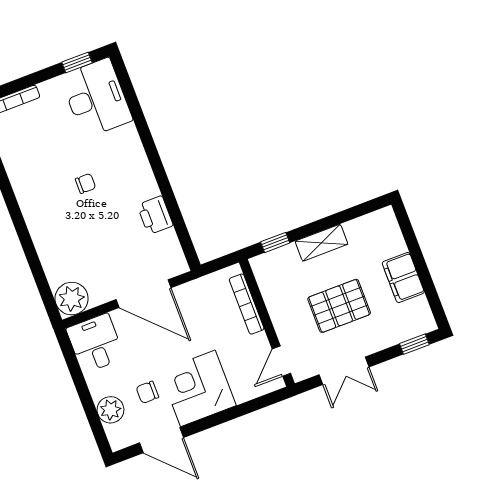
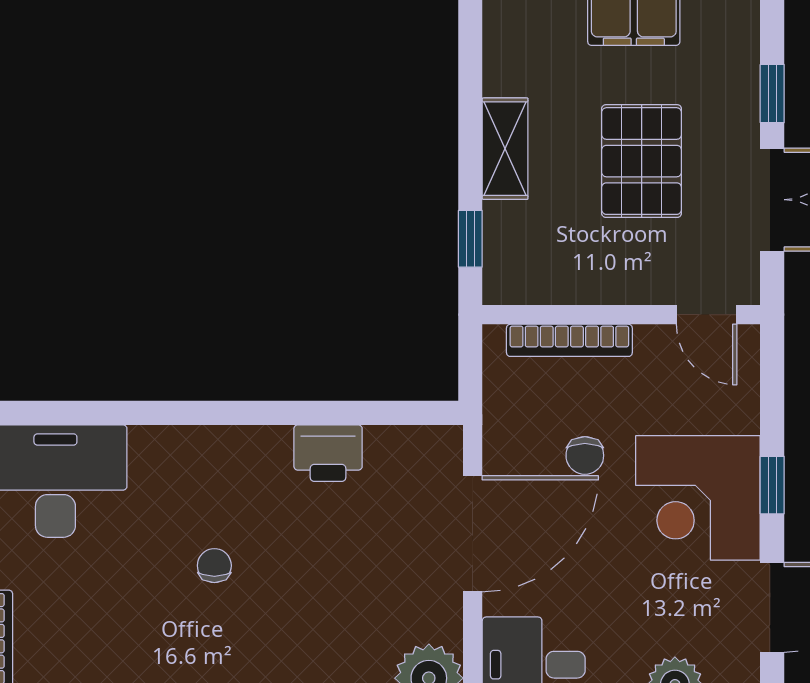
window: (414, 344) -> (772, 94), moved
chair: (147, 392) -> (585, 455), moved
window: (216, 419) -> (772, 485), added

